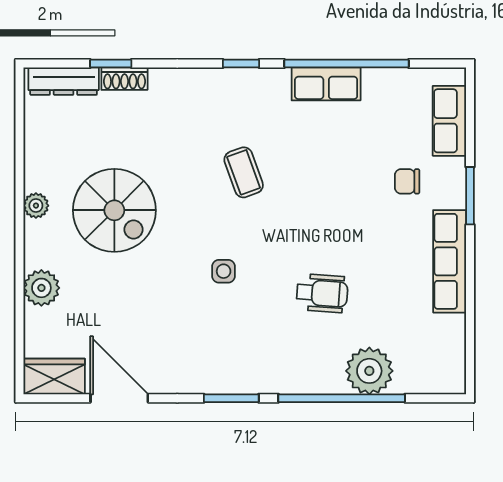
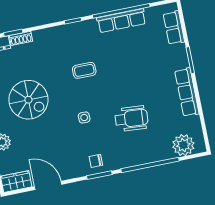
row of seats: (326, 84) -> (121, 21), width x1.48
coffee table: (244, 172) -> (84, 70), turned -70
chair: (407, 181) -> (96, 161), moved
wheelchair: (322, 293) -> (131, 119), width x1.36, depth x1.37
plant: (369, 371) -> (183, 145), moved

